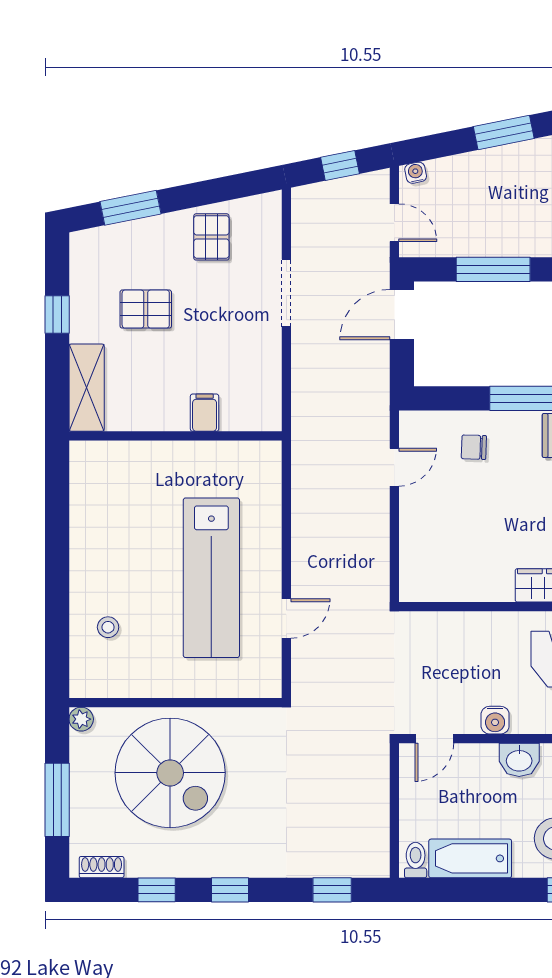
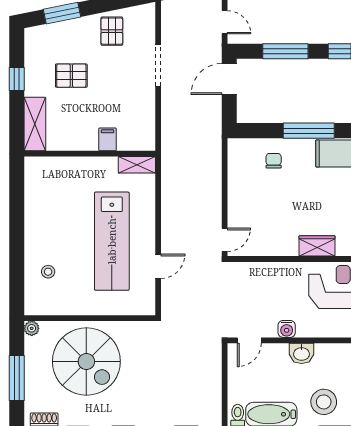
chair: (474, 447) -> (274, 161), turned 88
shelving: (252, 454) -> (137, 165), added
door: (394, 467) -> (225, 240), moved

